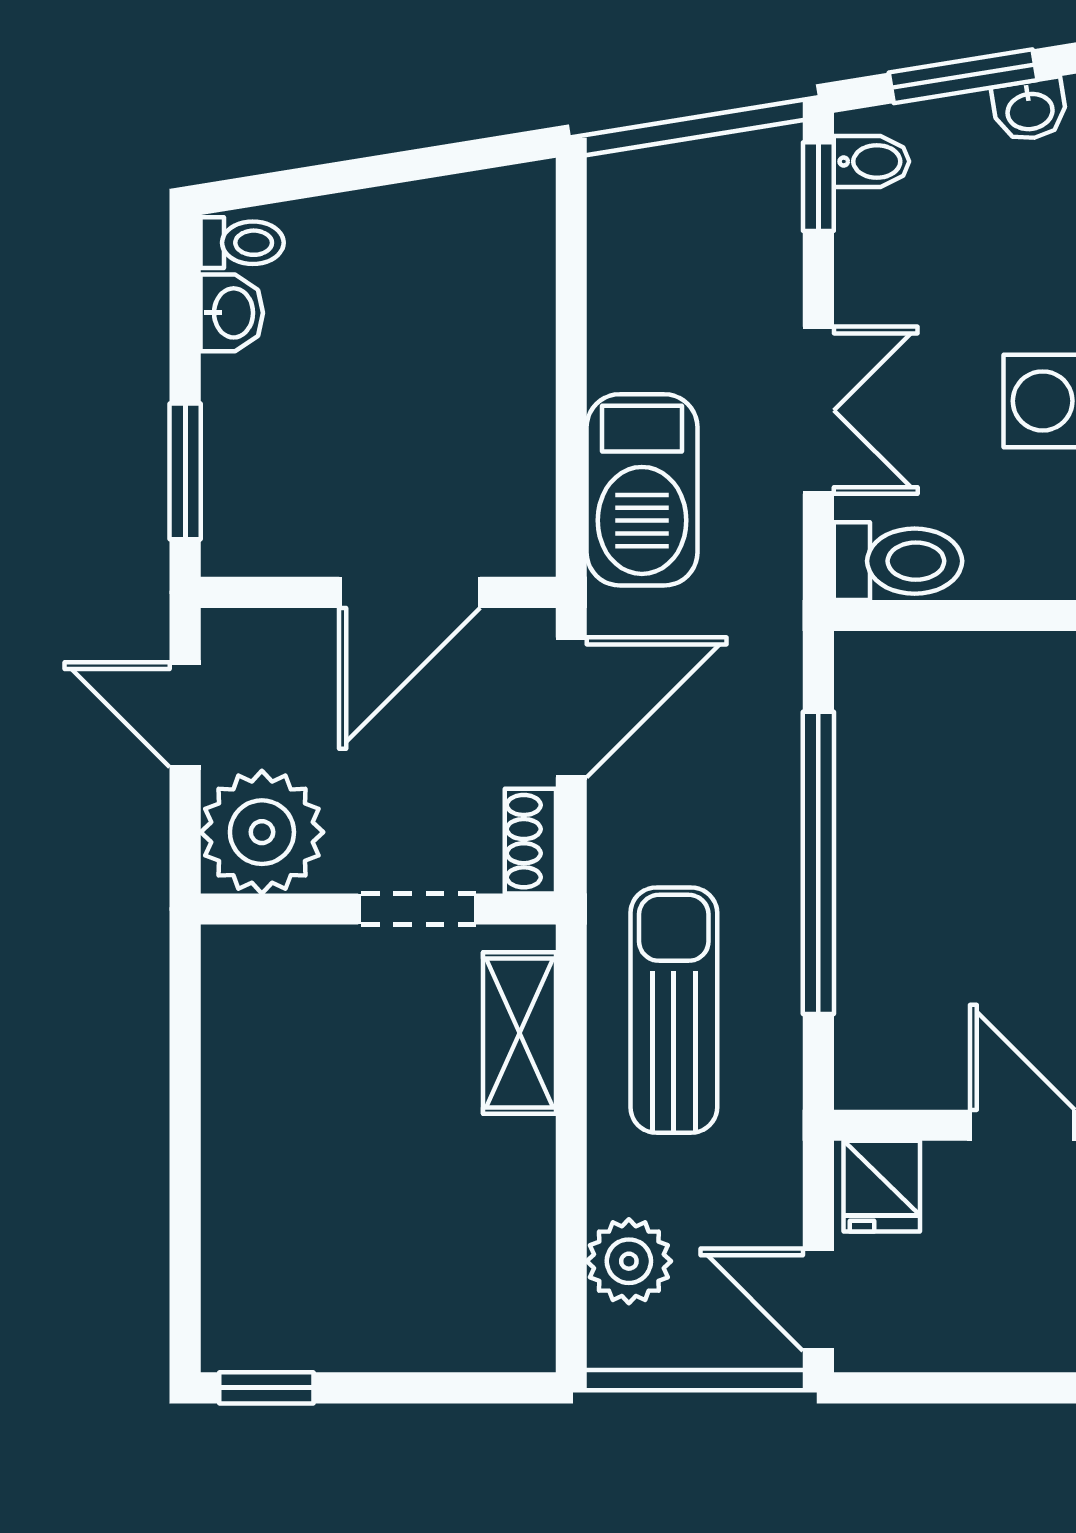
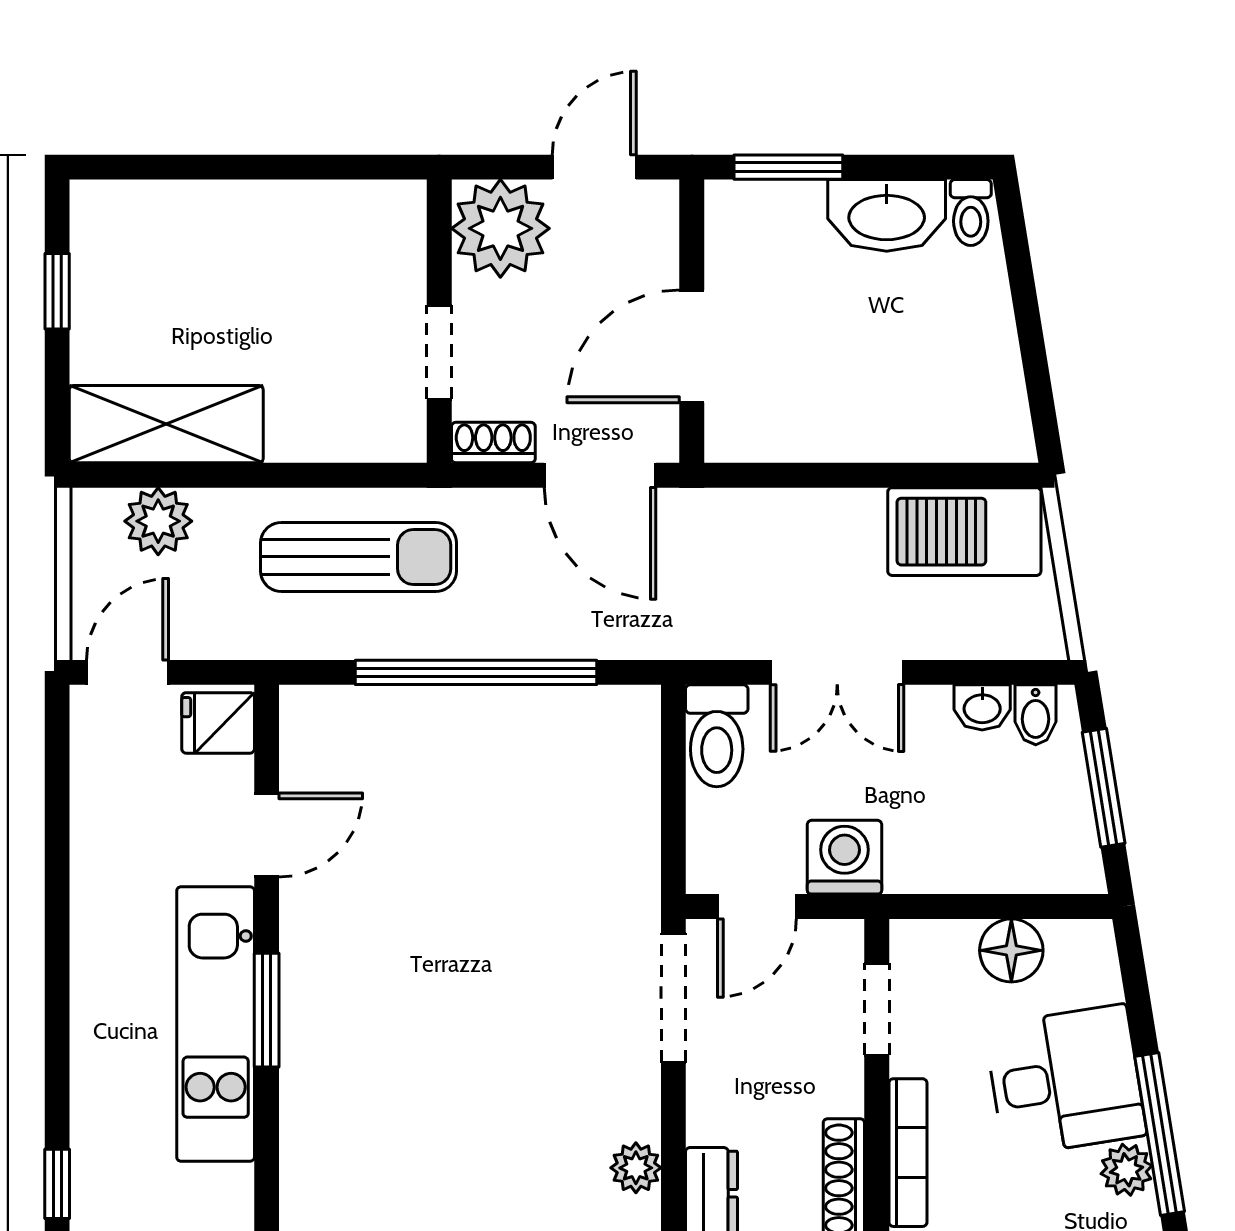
washbasin: (1030, 110) -> (982, 707), moved, turned -81
window: (818, 187) -> (1015, 672), removed
washbasin: (232, 313) -> (887, 215), width x1.91, depth x1.45
barbecue: (642, 490) -> (964, 532), moved
door: (410, 592) -> (692, 346), hinge flipped
shelving: (519, 1033) -> (166, 424), moved, width x1.50, depth x1.33
window: (266, 1388) -> (57, 291), moved

